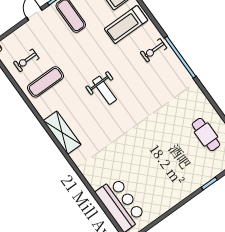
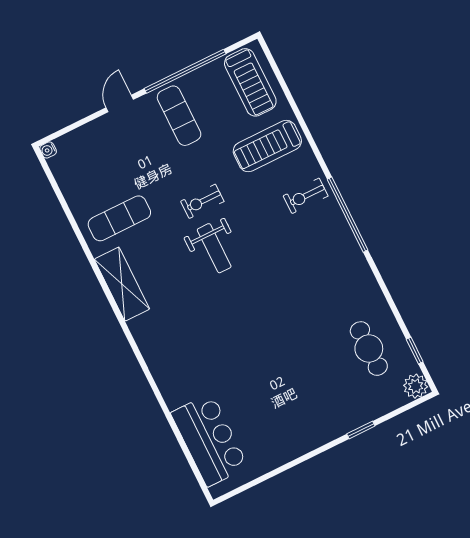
exercise bike: (26, 60) -> (202, 201), moved
shelving: (62, 133) -> (122, 284), moved

